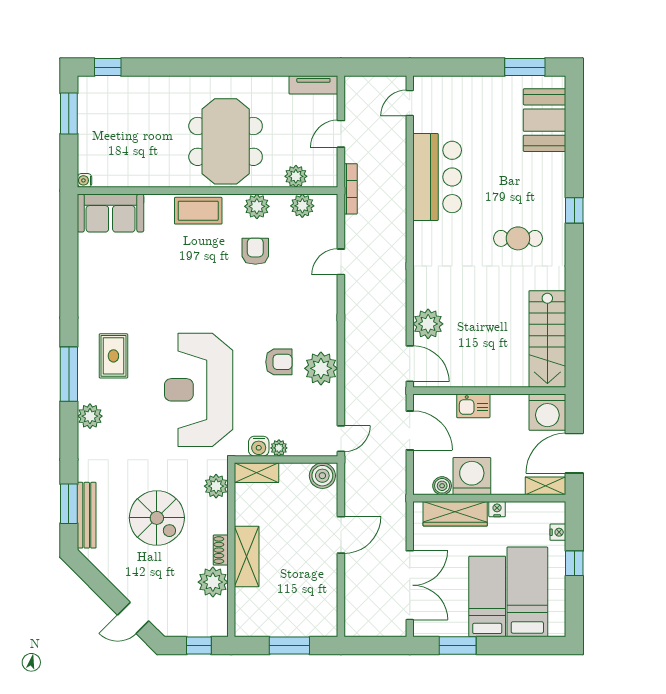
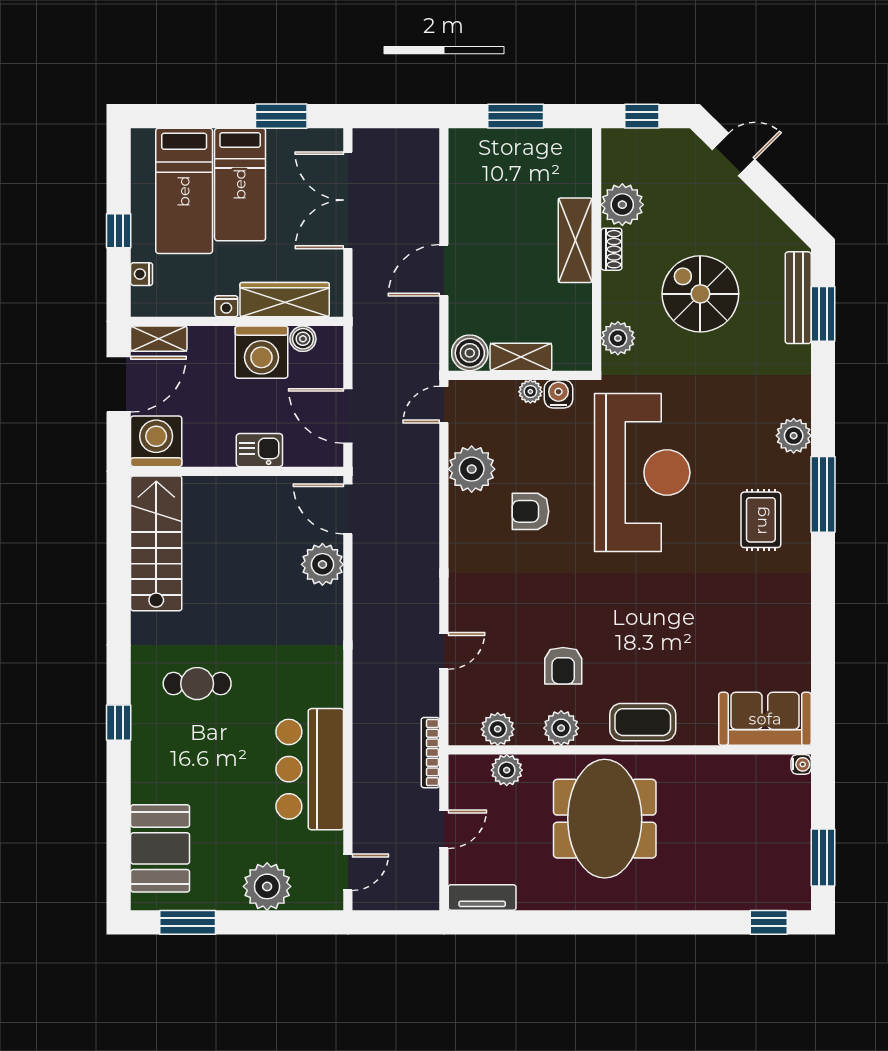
plant: (468, 93) -> (267, 886), added
plant: (321, 368) -> (472, 469), moved
shelving: (257, 473) -> (521, 357), moved

